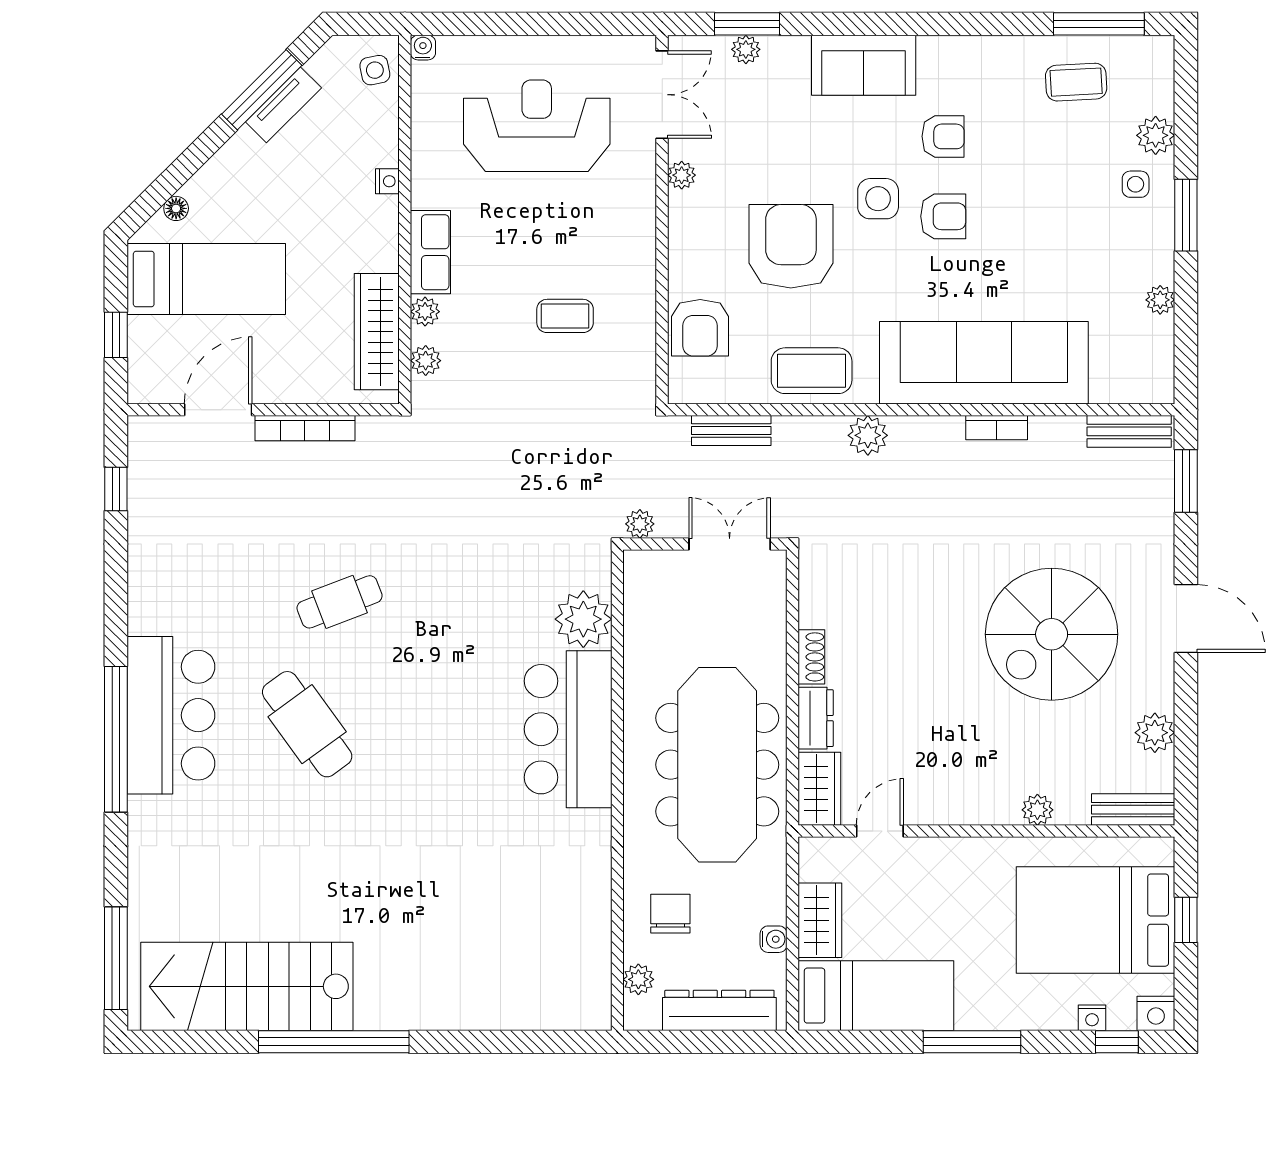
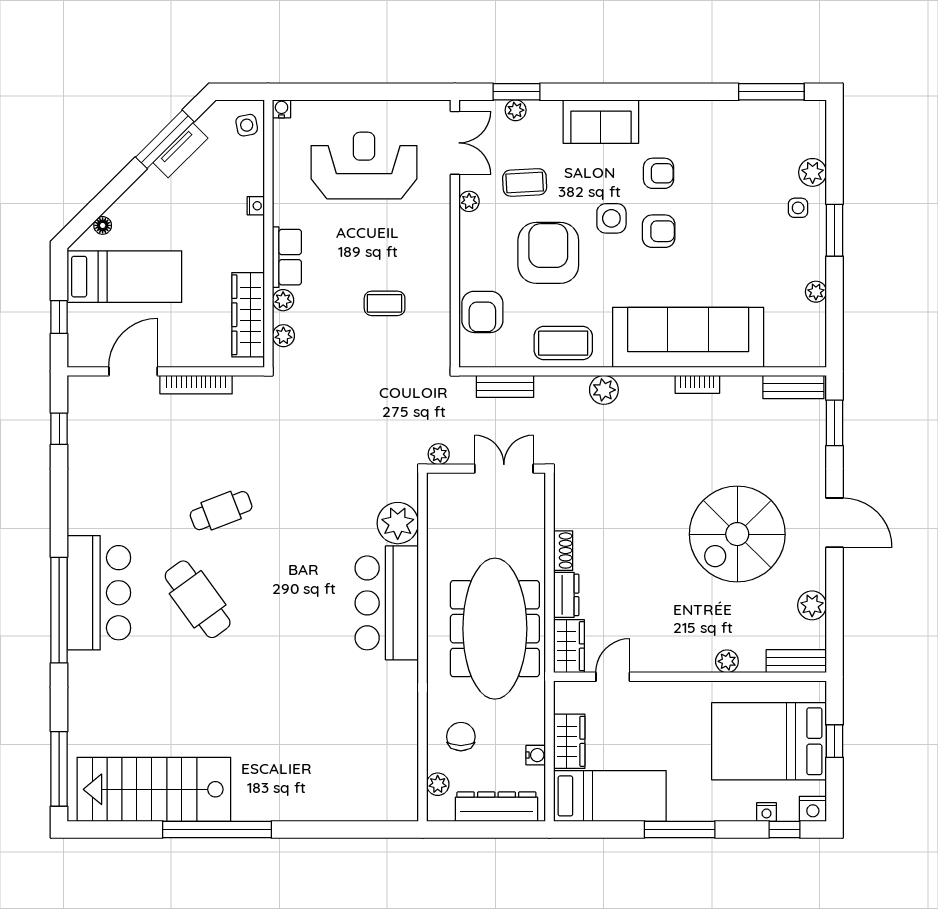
coffee table: (1076, 82) -> (525, 182), moved

